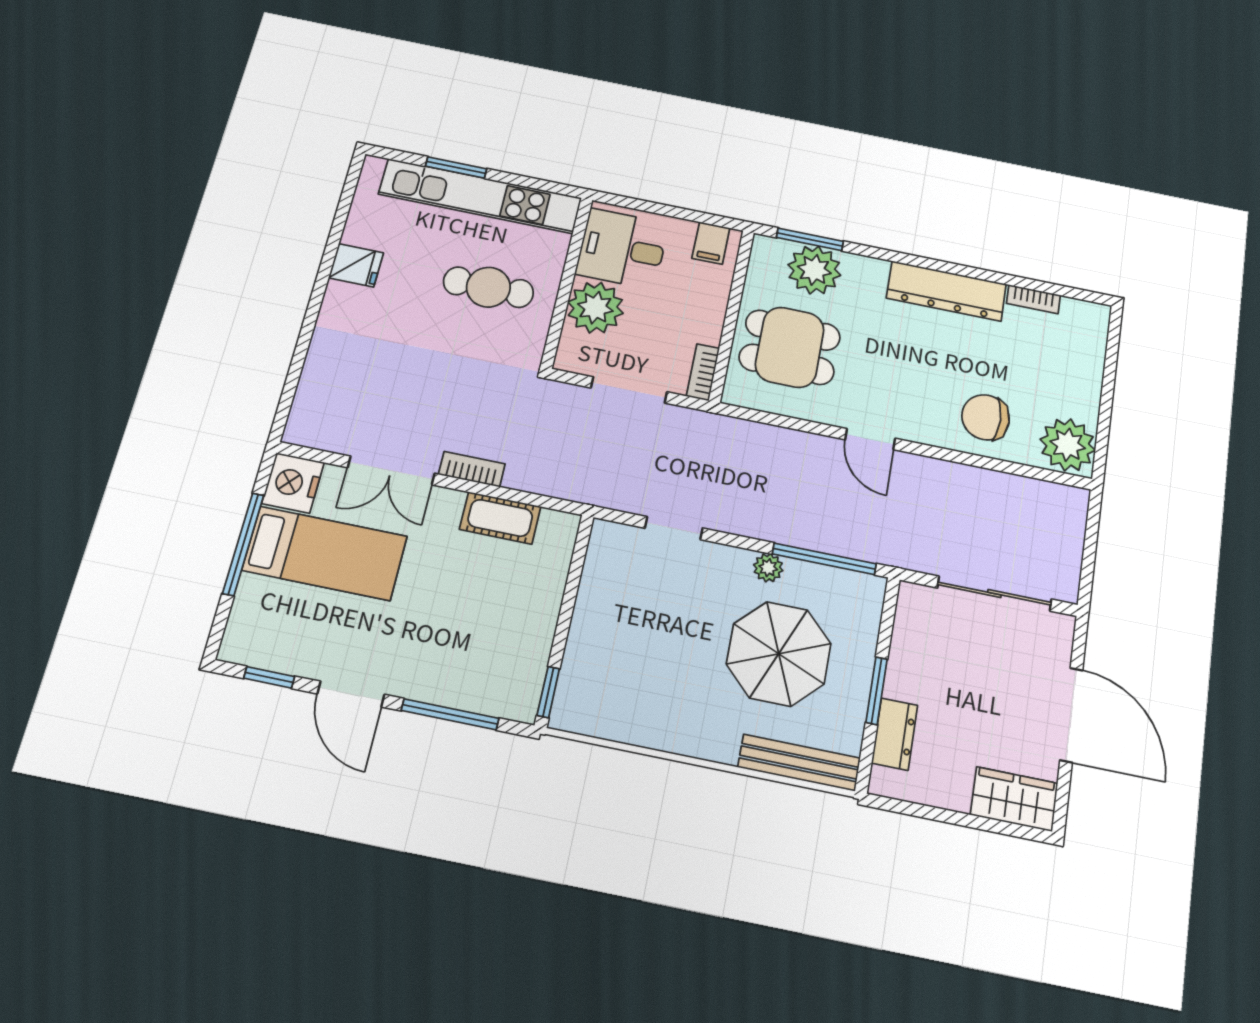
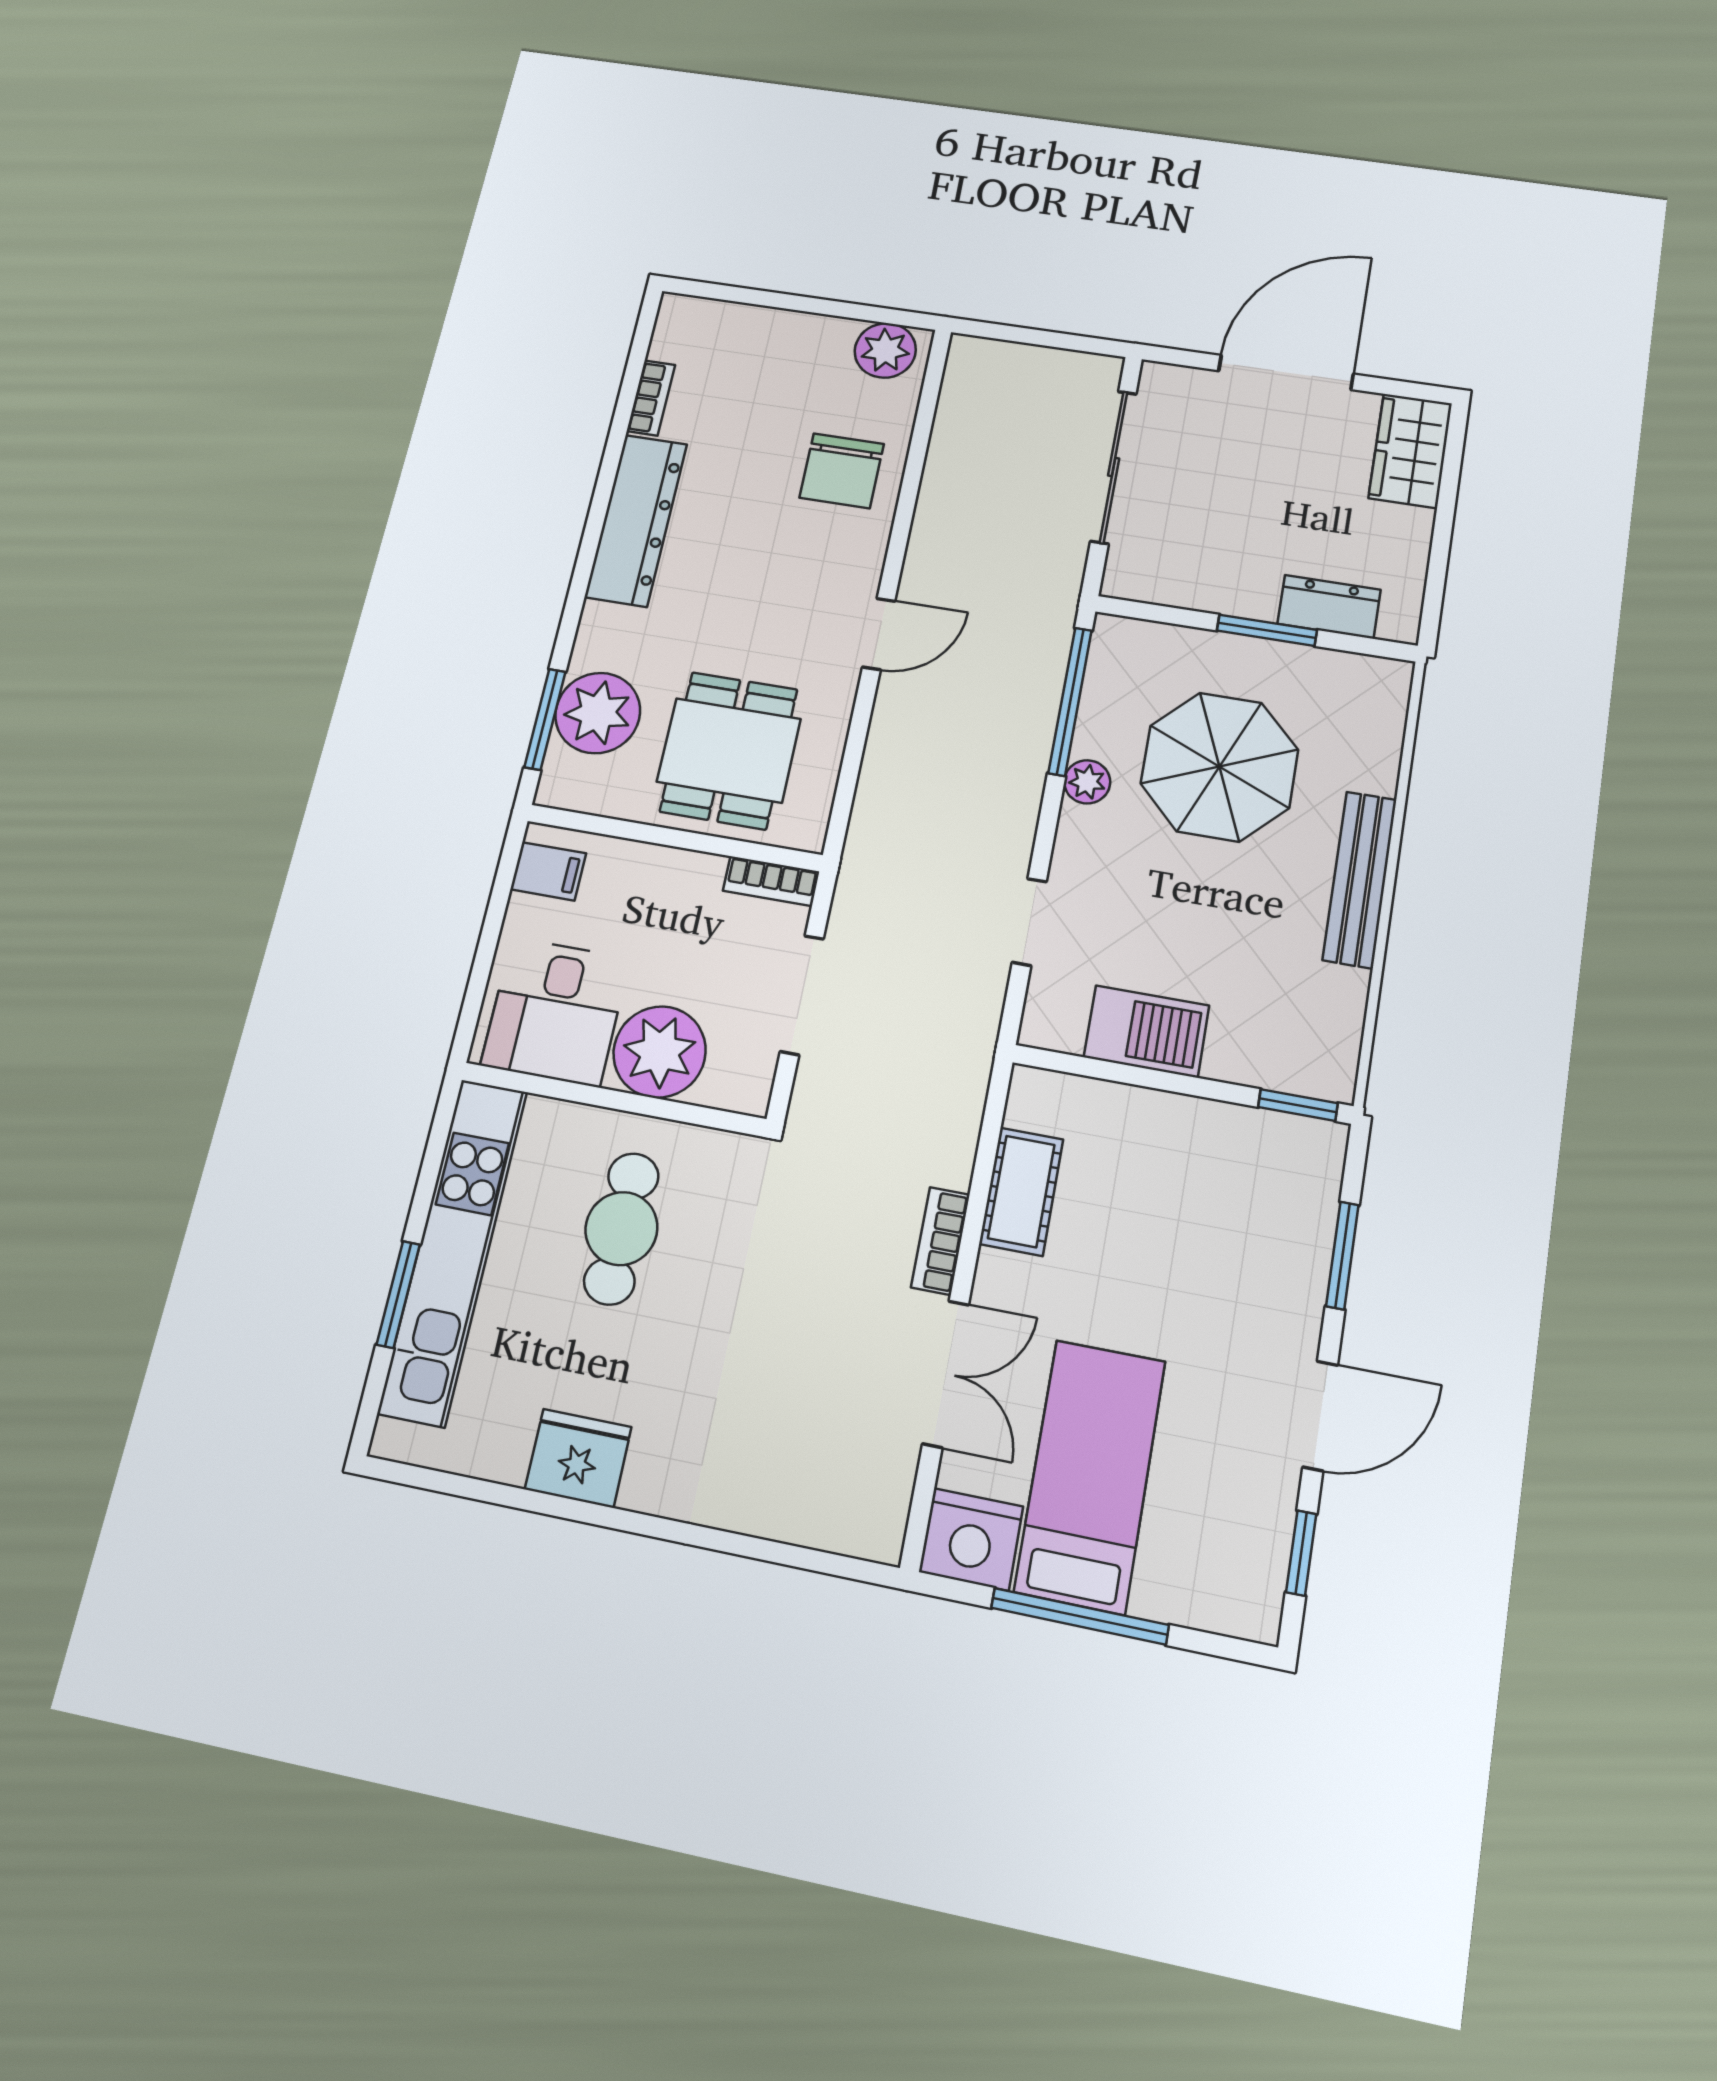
fridge: (356, 265) -> (578, 1458), width x1.38
plant: (1068, 445) -> (885, 350), width x0.73, depth x0.73
barbecue: (600, 599) -> (1147, 1031), added
window: (450, 714) -> (1342, 1255), width x0.69
bench: (799, 763) -> (1360, 879), moved

